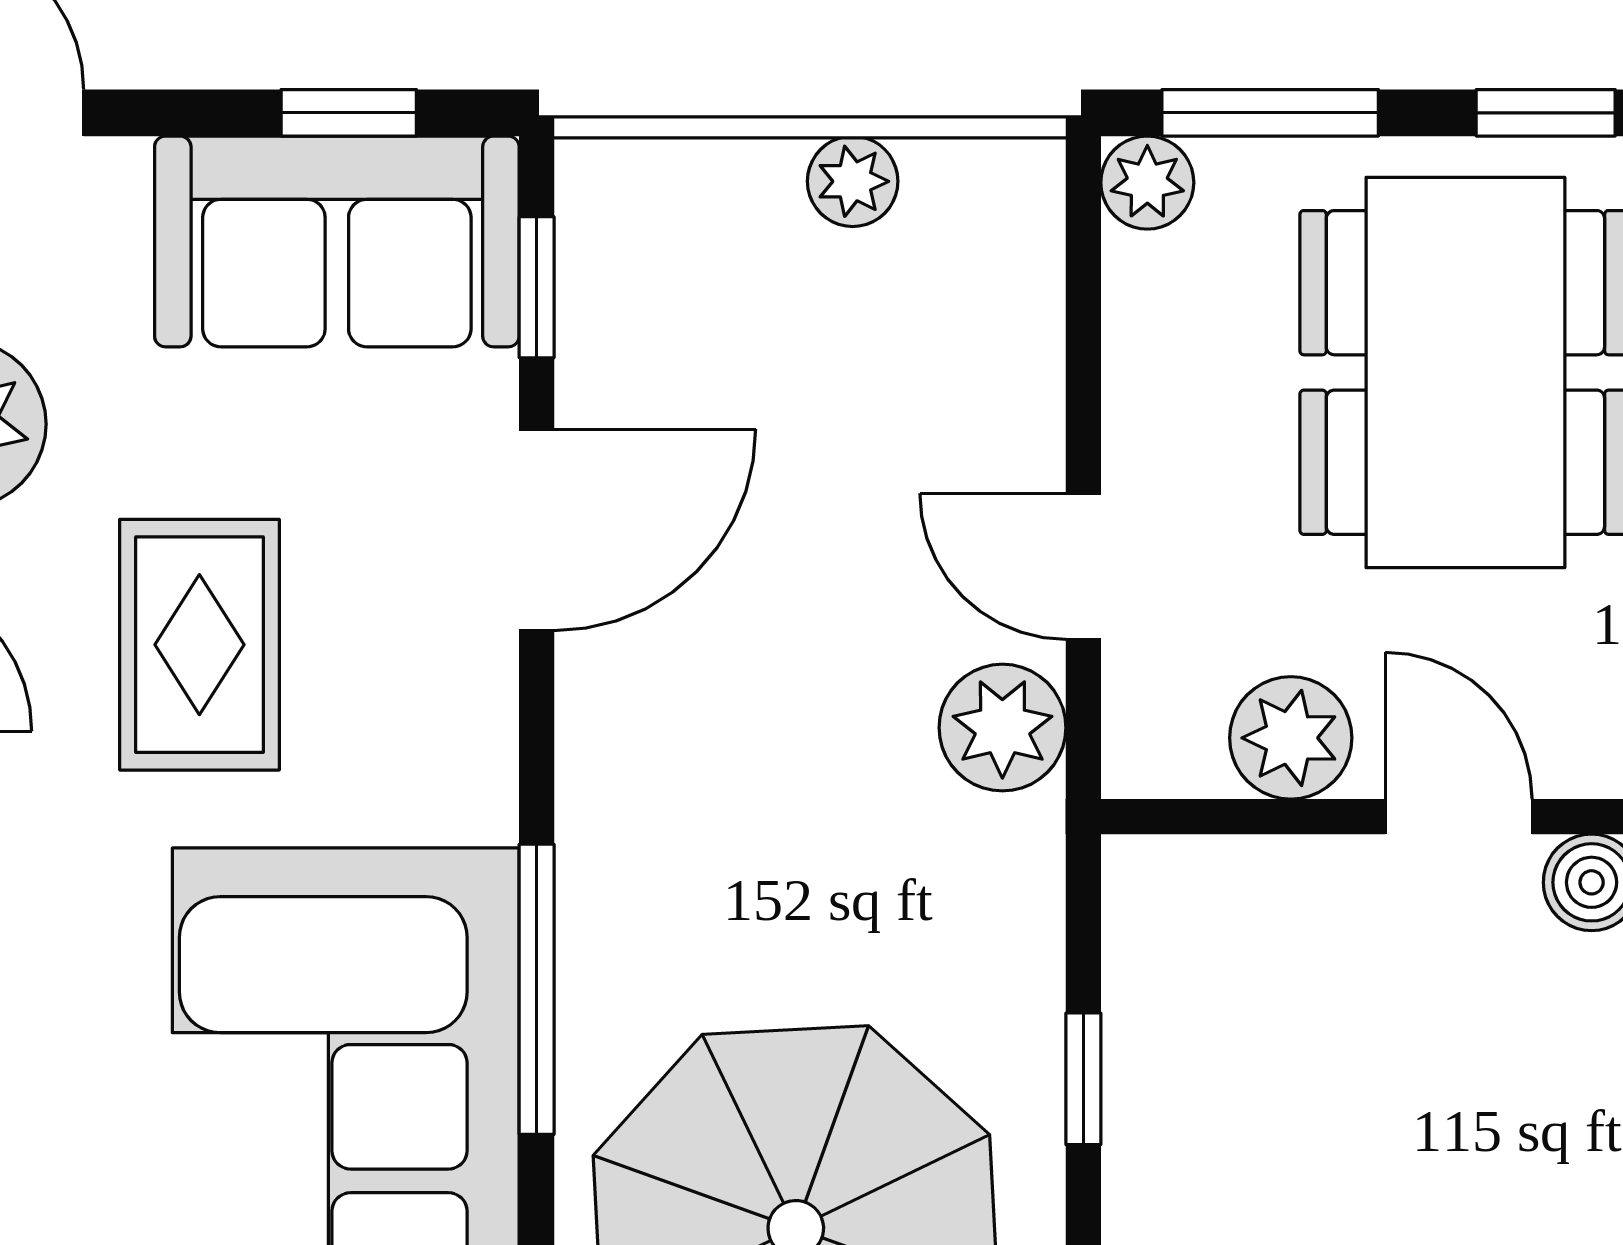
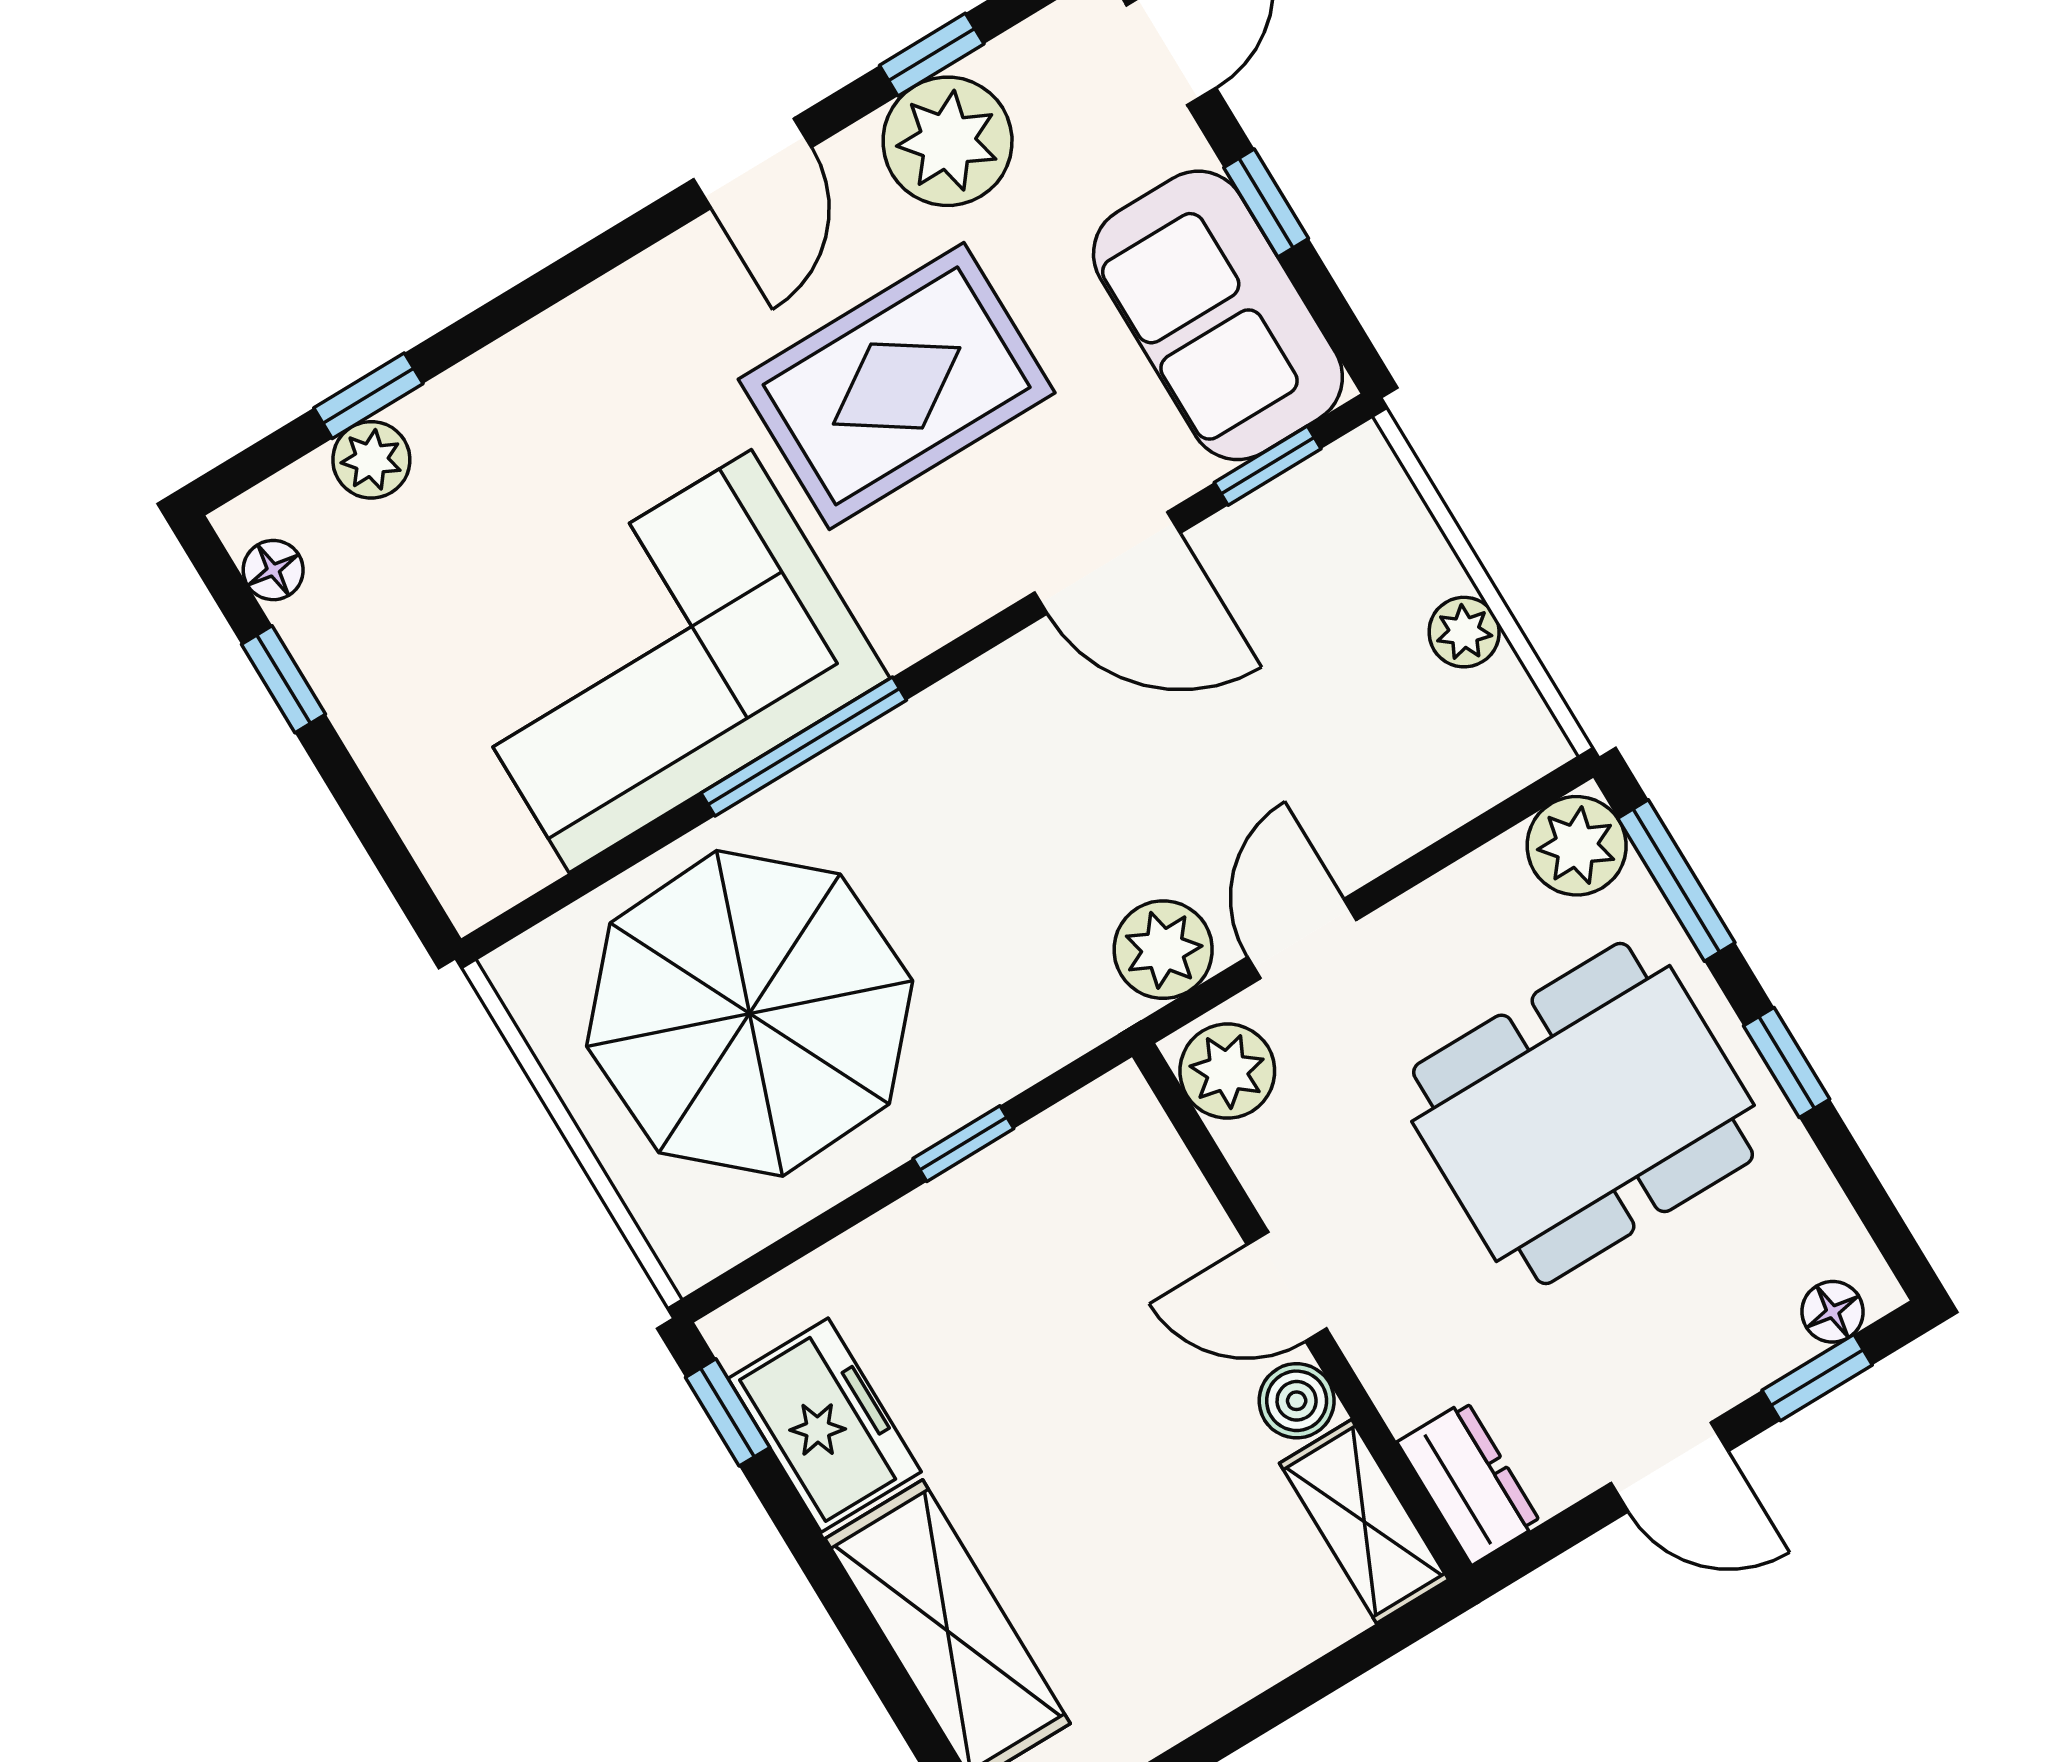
window: (349, 113) -> (1266, 203), moved
plant: (1147, 183) -> (1577, 846), width x1.38, depth x1.38
rug: (199, 645) -> (897, 386), width x1.36, depth x1.43
plant: (1291, 738) -> (1227, 1071), moved
door: (1459, 817) -> (1287, 1287), swing flipped

